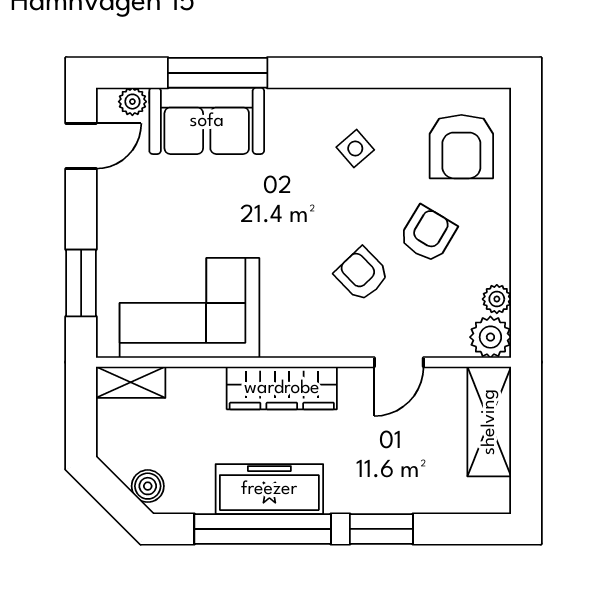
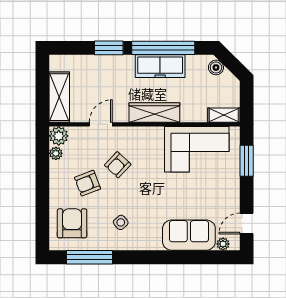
window: (218, 73) -> (90, 257), moved
armchair: (428, 234) -> (88, 183), turned 38
armchair: (362, 274) -> (118, 165), turned 87

